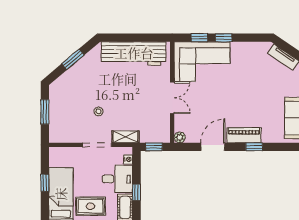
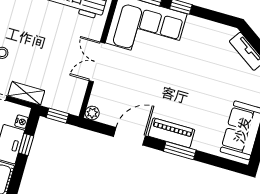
double door: (172, 98) -> (97, 62), swing flipped
window: (254, 147) -> (180, 151), width x1.50
window: (136, 192) -> (26, 144), moved

